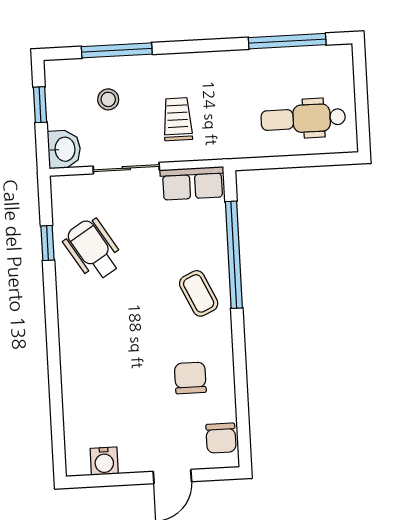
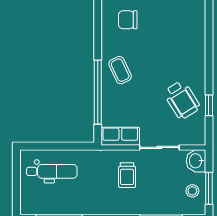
stool: (108, 99) -> (192, 191), moved
window: (40, 105) -> (209, 188), width x1.50
chair: (190, 378) -> (128, 20), turned 90

